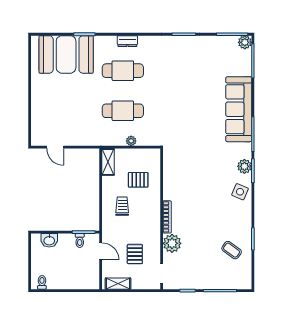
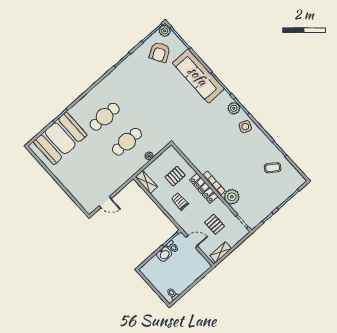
dresser: (127, 41) -> (91, 96), removed
armchair: (223, 57) -> (160, 52), added
locker: (154, 213) -> (204, 188), added
washbasin: (49, 240) -> (164, 254), moved

